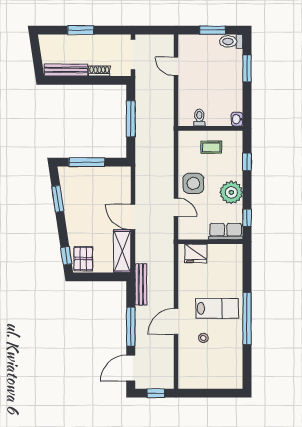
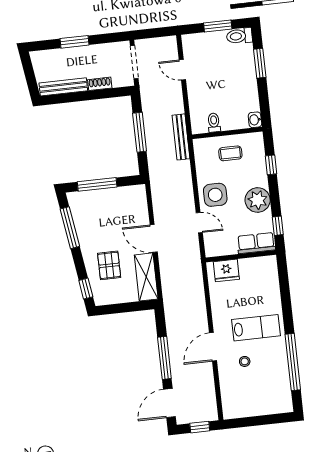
window: (58, 199) -> (70, 228), width x1.44
pallet: (83, 259) -> (109, 265), moved
bench: (141, 284) -> (181, 137), moved
window: (247, 318) -> (293, 362), moved

